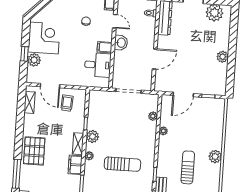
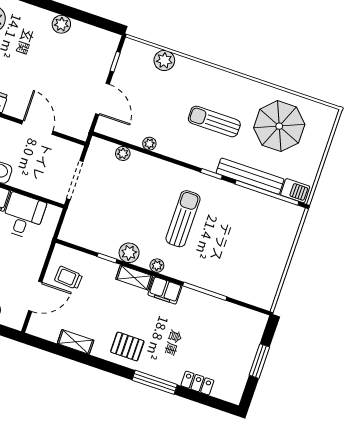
shelving: (30, 102) -> (76, 342), moved
pallet: (34, 151) -> (127, 346), width x0.67, depth x0.71
plant: (215, 157) -> (164, 60), moved

